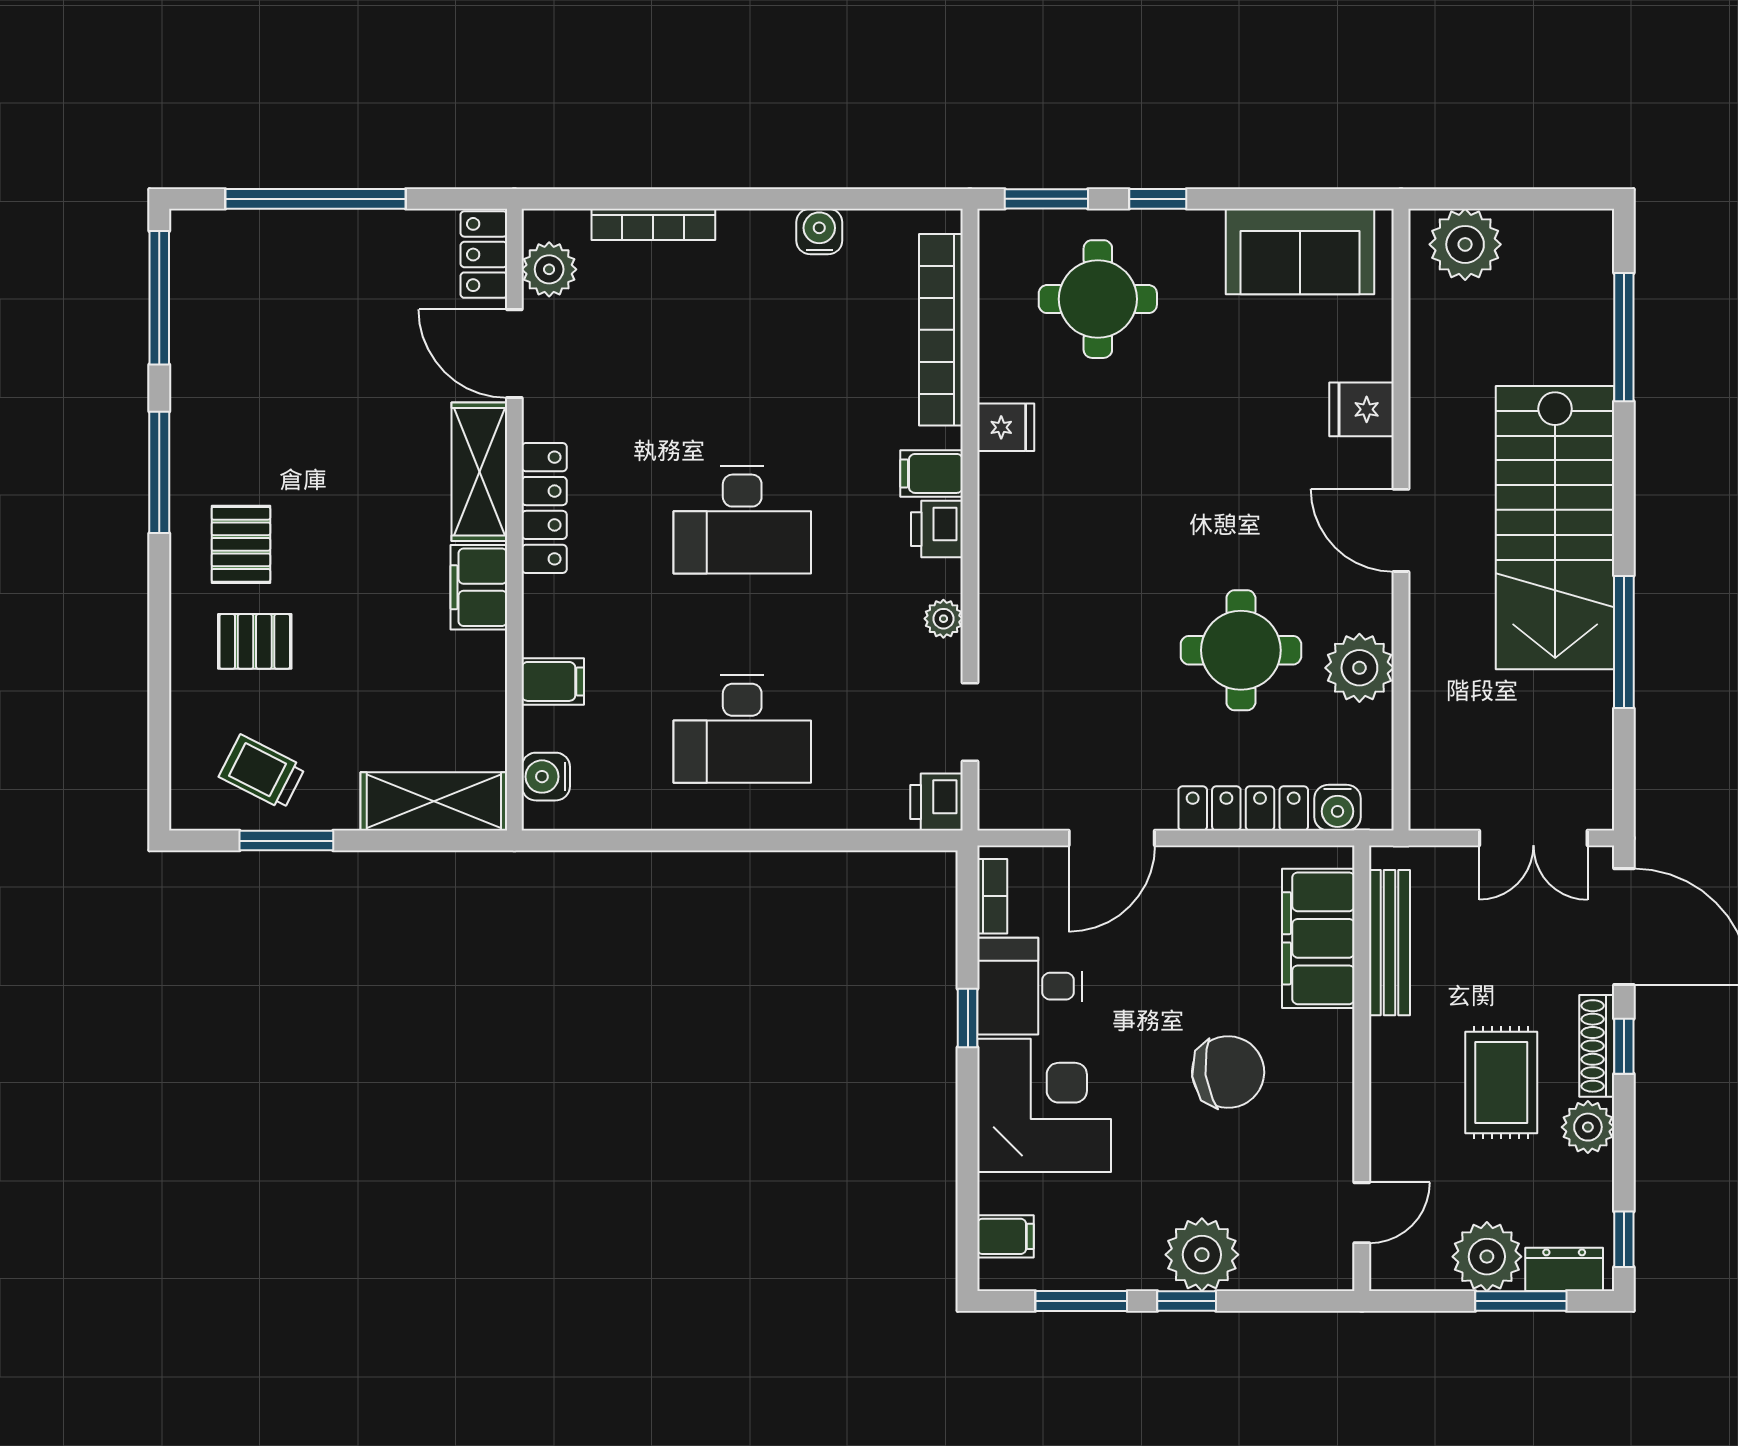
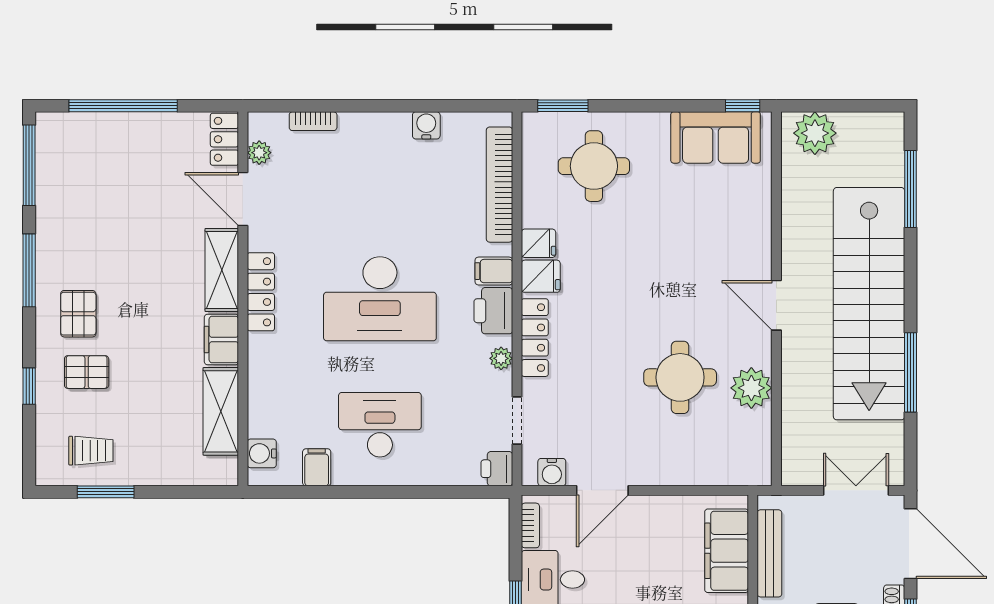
window: (1158, 199) -> (743, 106), moved
bookcase: (653, 224) -> (313, 121), width x0.64
plant: (549, 269) -> (259, 153), width x0.73, depth x0.73
fridge: (1361, 409) -> (541, 276), moved, turned 180
desk: (742, 520) -> (380, 299), width x1.36, depth x1.30
stairs: (1555, 528) -> (869, 304), width x1.36
printer: (937, 529) -> (493, 311), width x1.36, depth x1.24
window: (159, 665) -> (29, 386), added
filing cabinet: (553, 681) -> (317, 467), moved, turned -90
desk: (742, 729) -> (380, 425), turned 180
trolley: (262, 772) -> (91, 451), turned 153
shelving: (434, 801) -> (221, 411), moved, turned 90
locker: (1243, 808) -> (535, 338), moved, turned 90
water cooler: (1338, 808) -> (552, 472), moved
double door: (1533, 838) -> (856, 490), swing flipped

